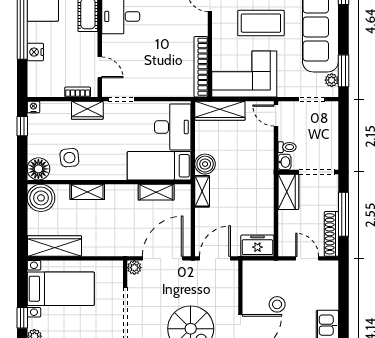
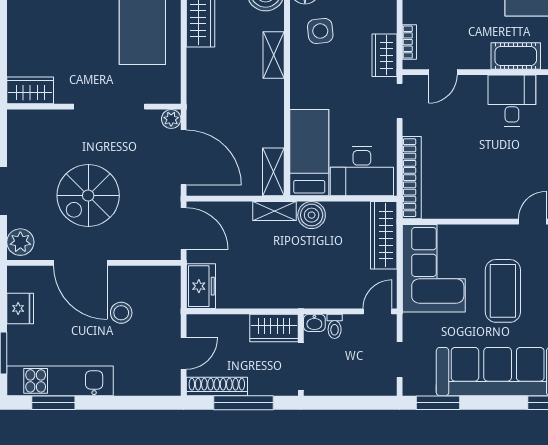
bookcase: (201, 67) -> (412, 178), moved, turned 90
plant: (332, 80) -> (425, 387), removed
shelving: (156, 192) -> (273, 172), moved

